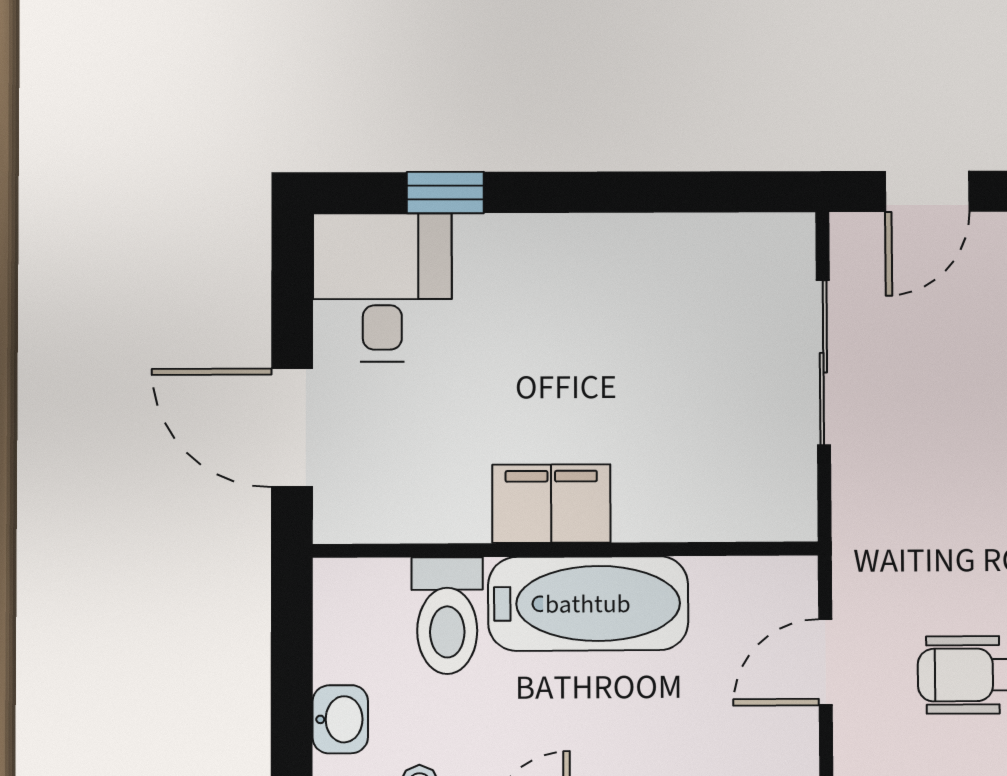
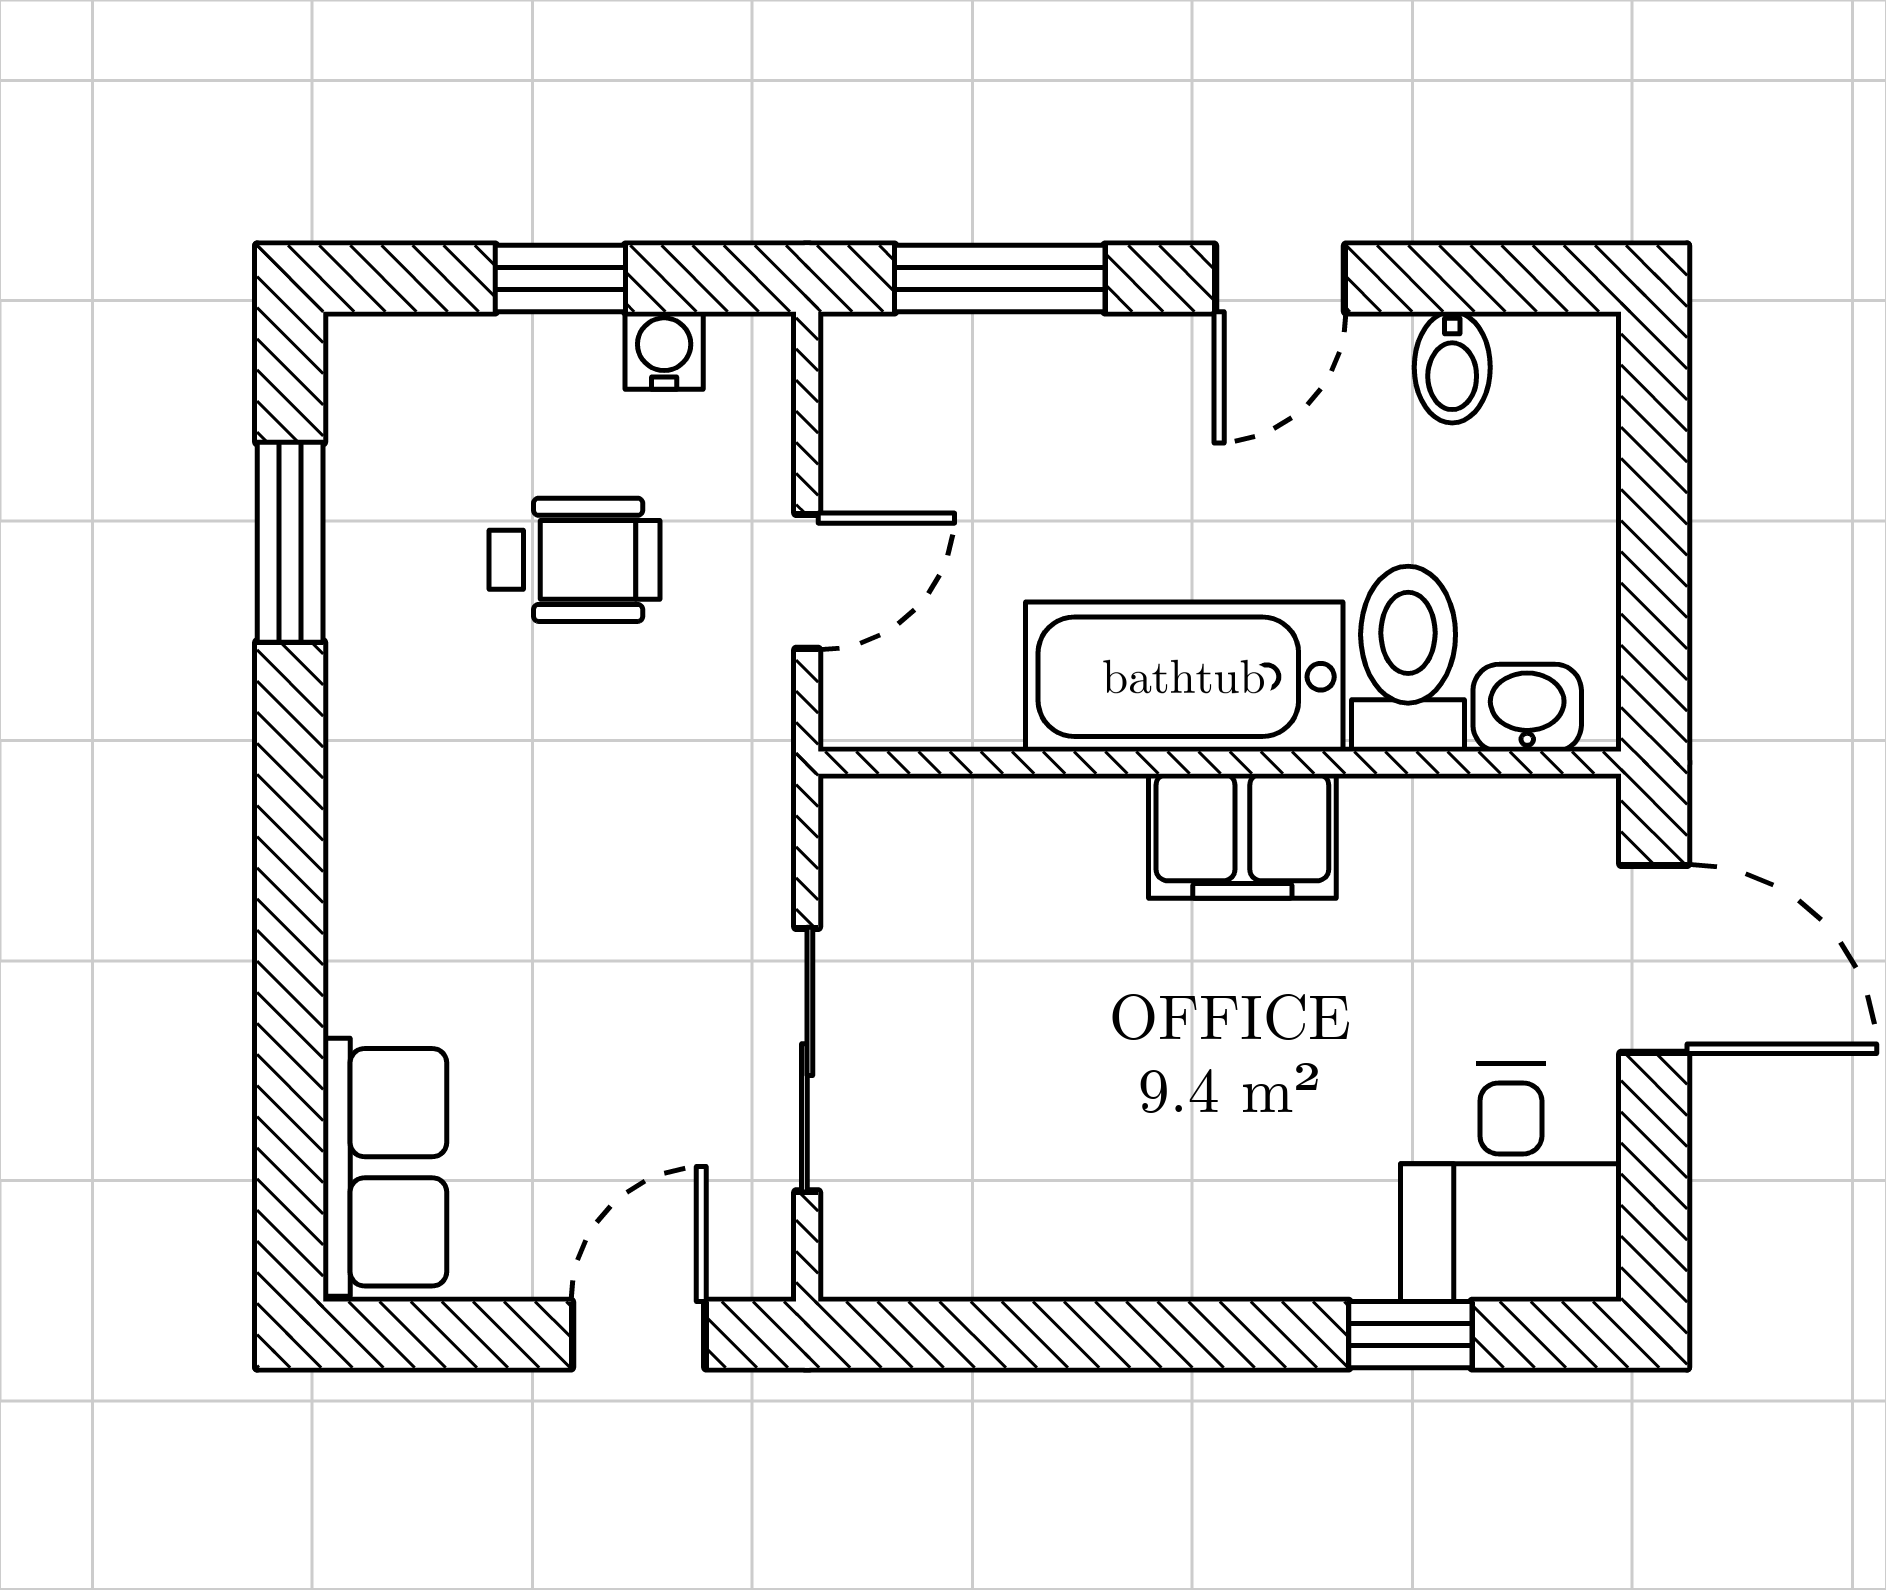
washbasin: (340, 719) -> (1527, 708), moved, turned 90

